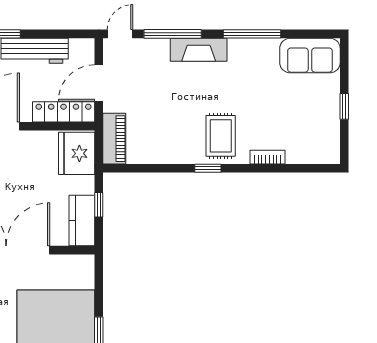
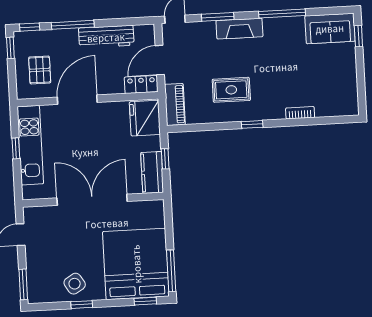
window: (173, 34) -> (218, 17), width x0.69
window: (344, 106) -> (358, 36), moved
locker: (64, 112) -> (141, 84), width x0.66
rug: (221, 136) -> (231, 90), moved, turned 90

